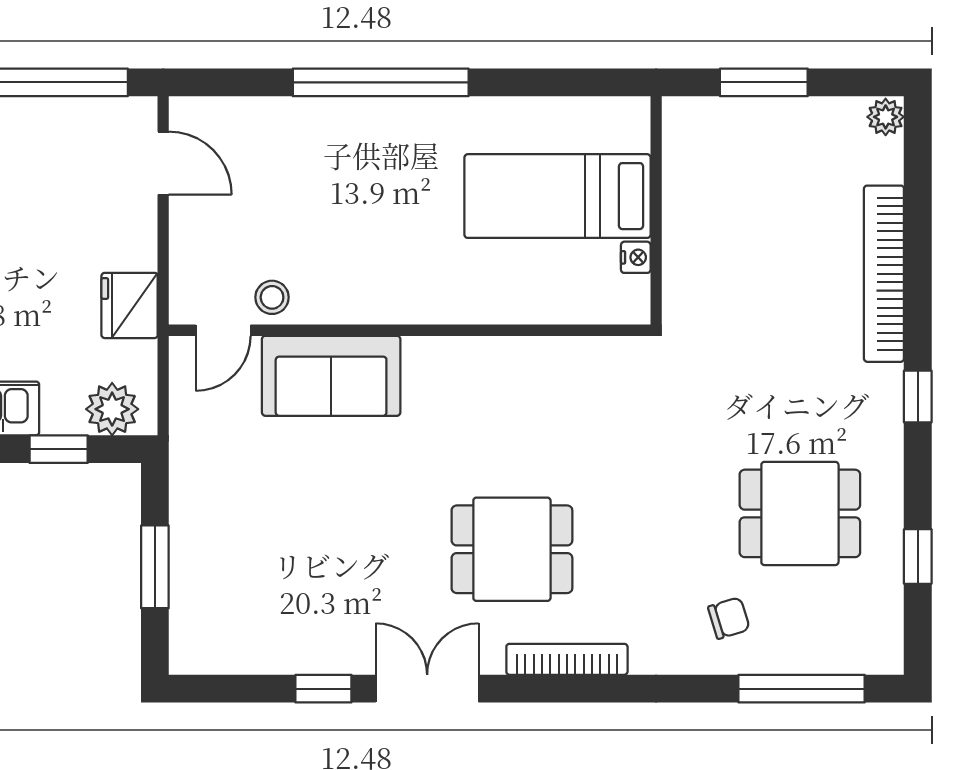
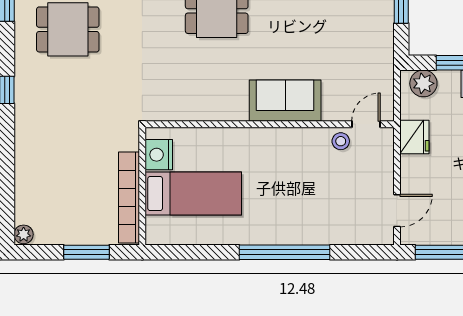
door: (163, 163) -> (397, 211), swing flipped
nightstand: (636, 257) -> (159, 155), width x1.89, depth x1.79
bookcase: (884, 274) -> (129, 198), moved, turned 180
sofa: (331, 376) -> (285, 101), moved

